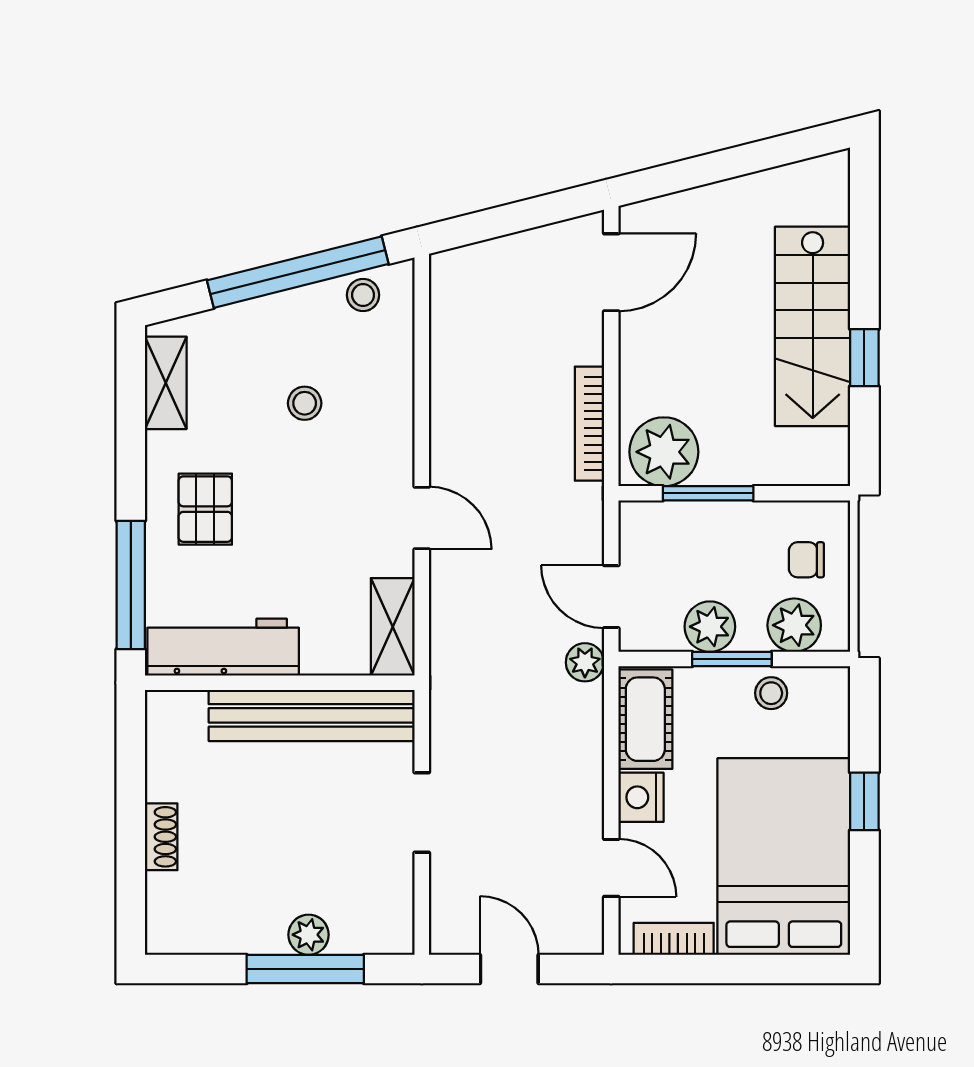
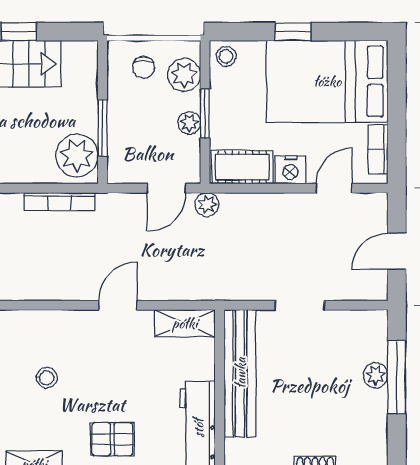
plant: (710, 627) -> (189, 123), width x0.73, depth x0.73
stool: (771, 693) -> (226, 56), moved

